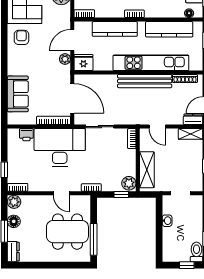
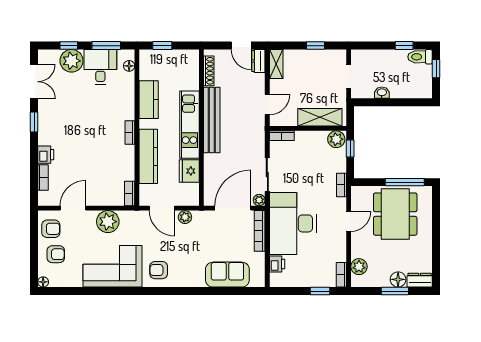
kitchen counter: (169, 29) -> (149, 100), width x0.67
fridge: (83, 63) -> (189, 171), moved
kitchen unit: (151, 63) -> (189, 125), width x0.73
plant: (79, 120) -> (259, 200), added
plant: (14, 202) -> (359, 267), moved
floor lamp: (14, 221) -> (398, 279), moved

